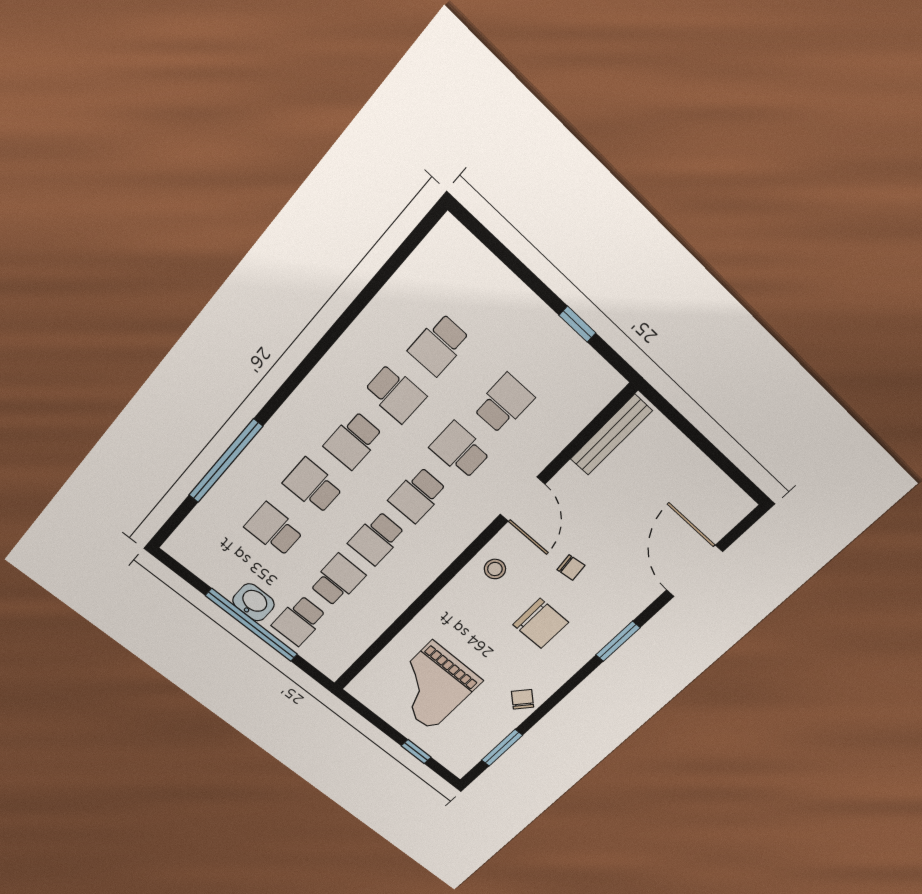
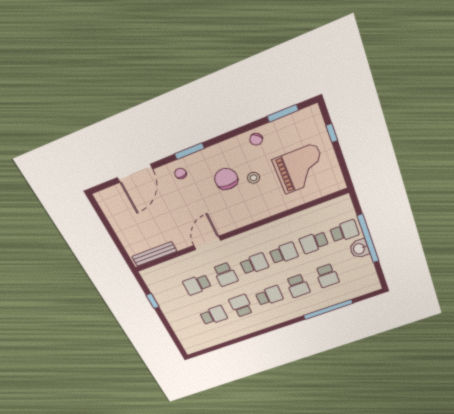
chair: (571, 568) -> (181, 173), moved
stool: (495, 569) -> (254, 178), moved

